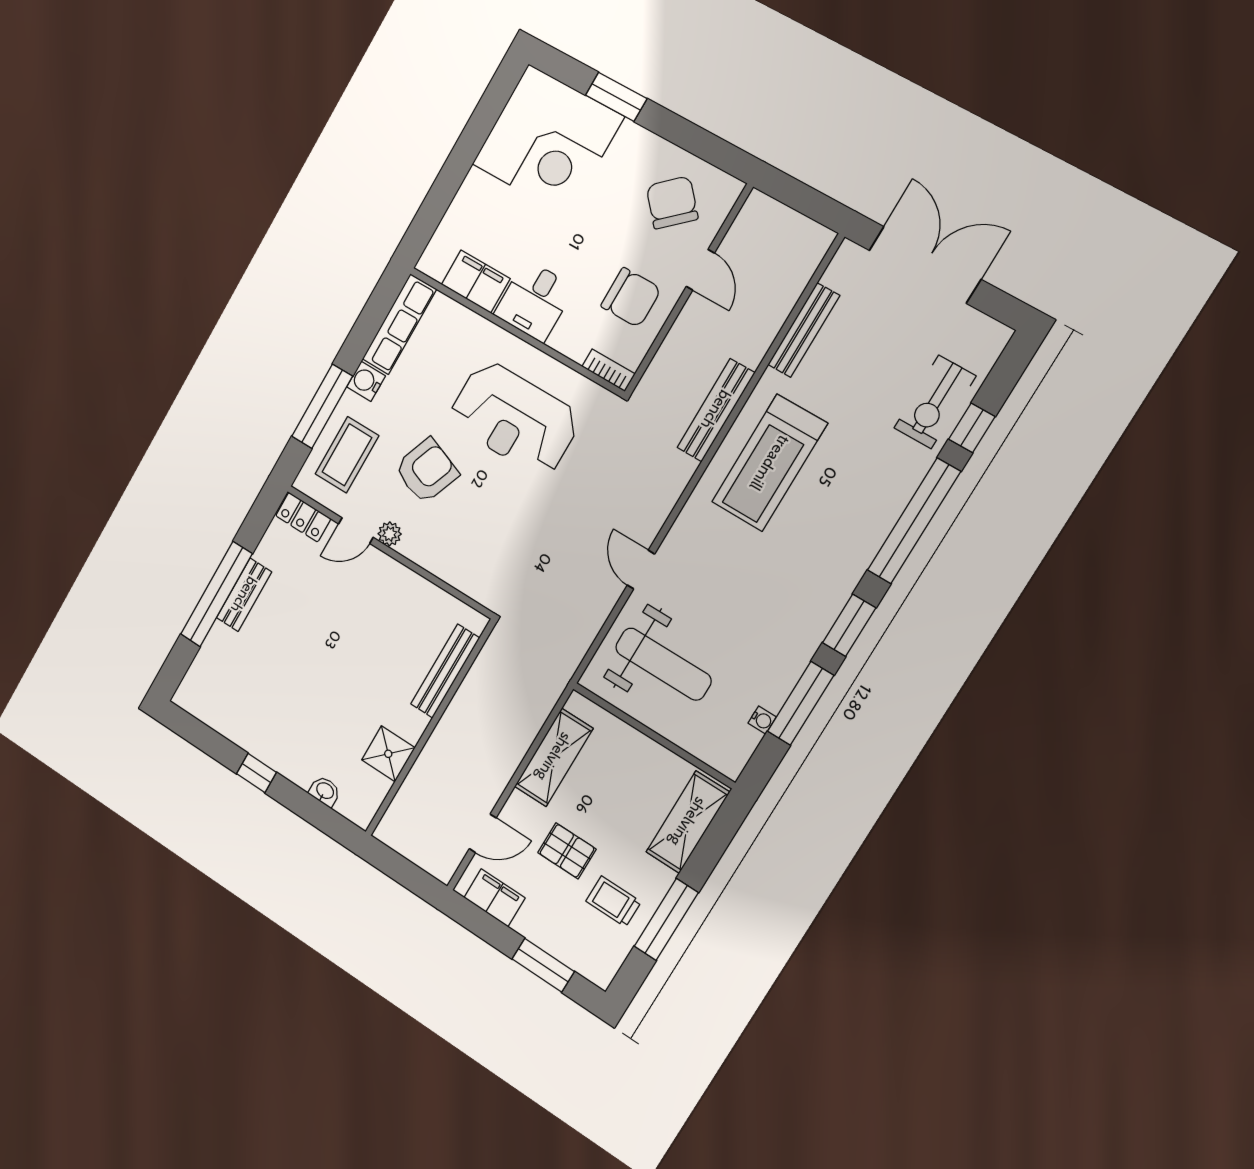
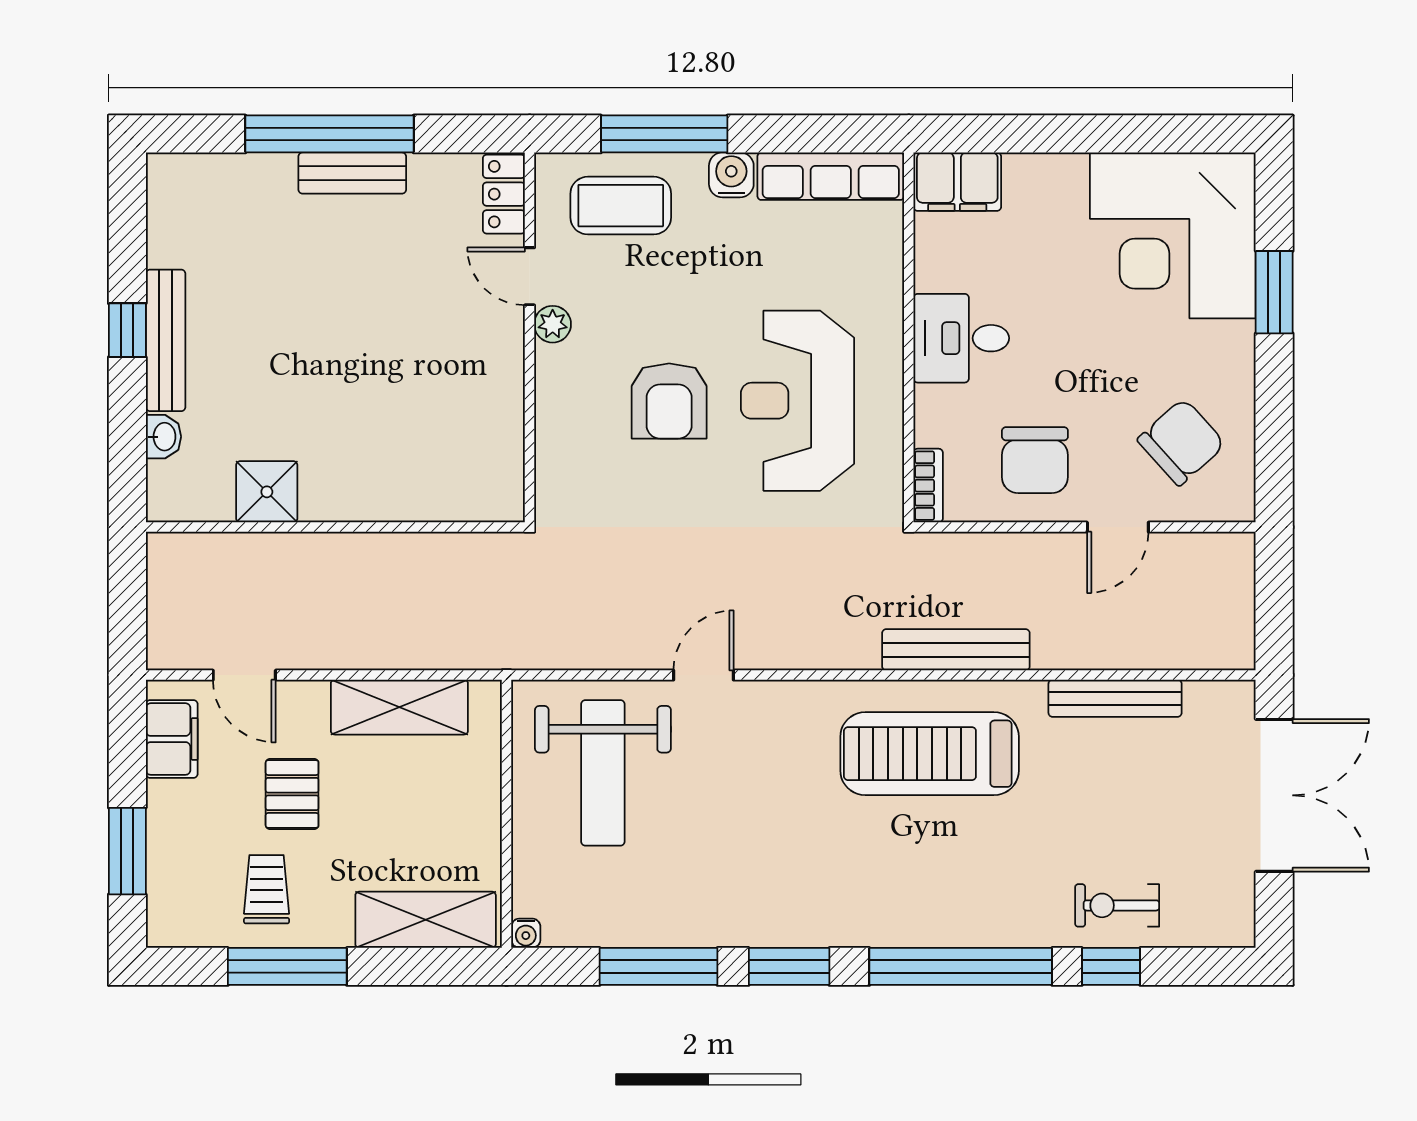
filing cabinet: (476, 282) -> (957, 182), moved, turned 90
exercise bike: (935, 402) -> (1117, 905), width x0.73, depth x0.72
armchair: (426, 471) -> (669, 401), moved, turned 69
bench: (445, 671) -> (166, 340), moved, turned 90
water cooler: (762, 720) -> (526, 933), moved

